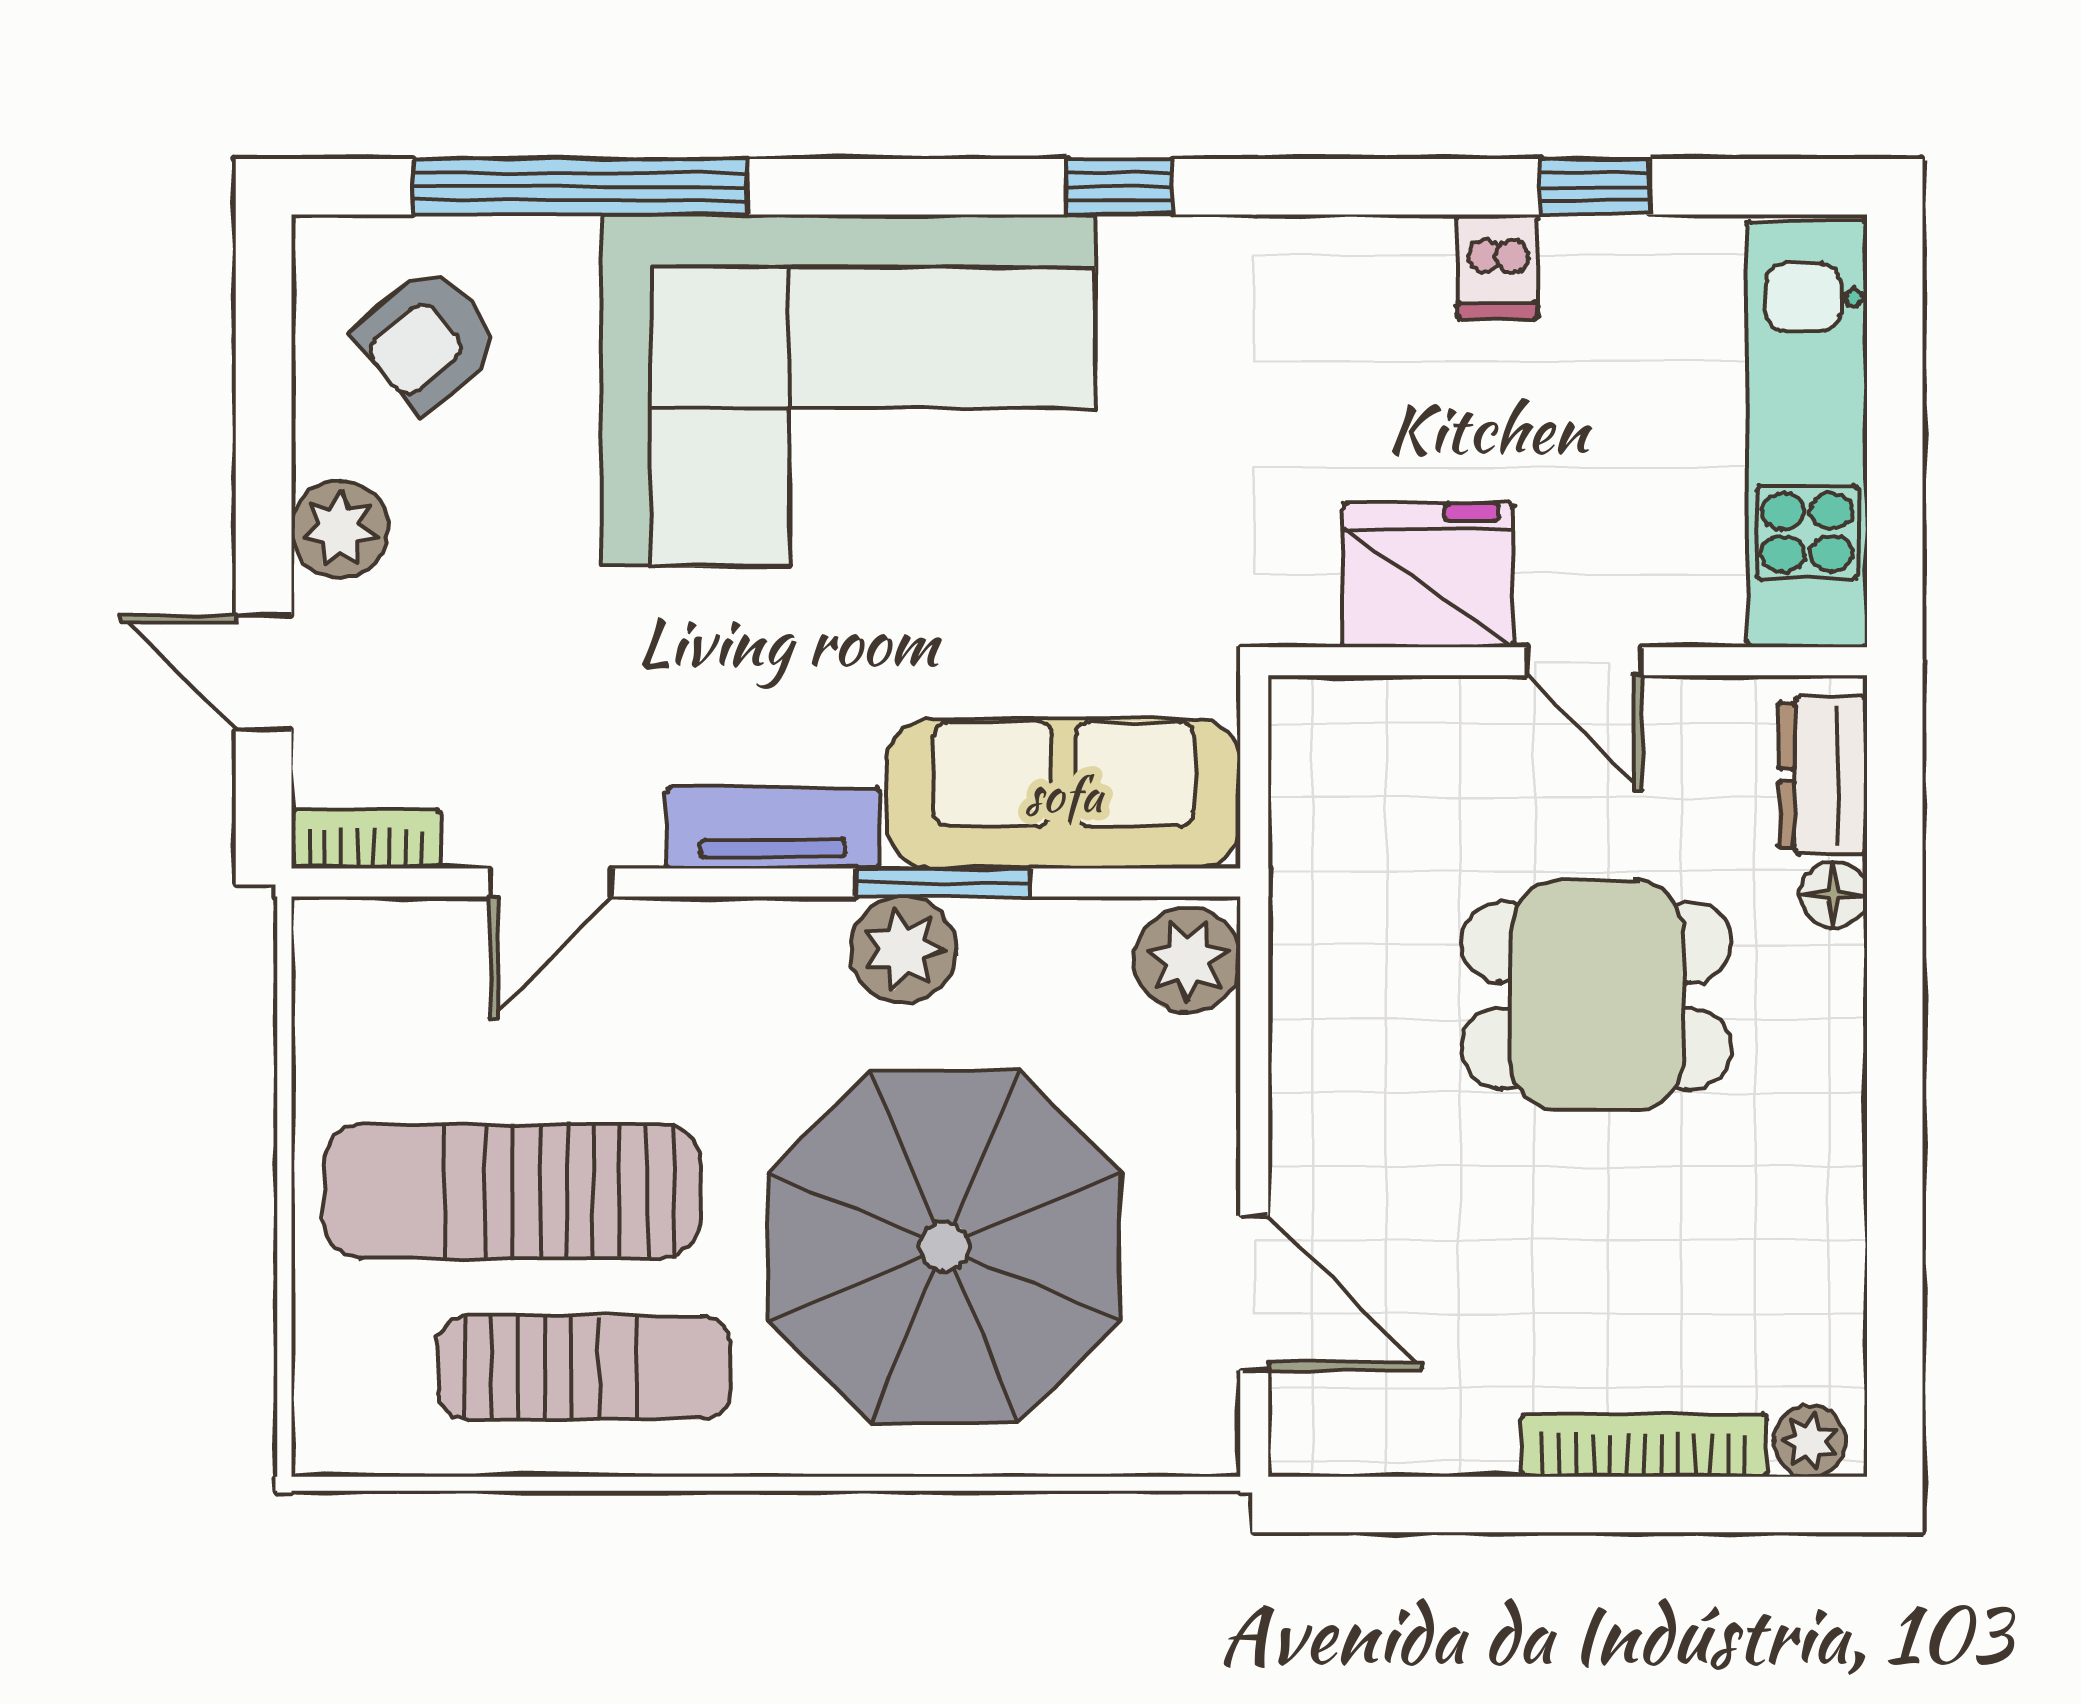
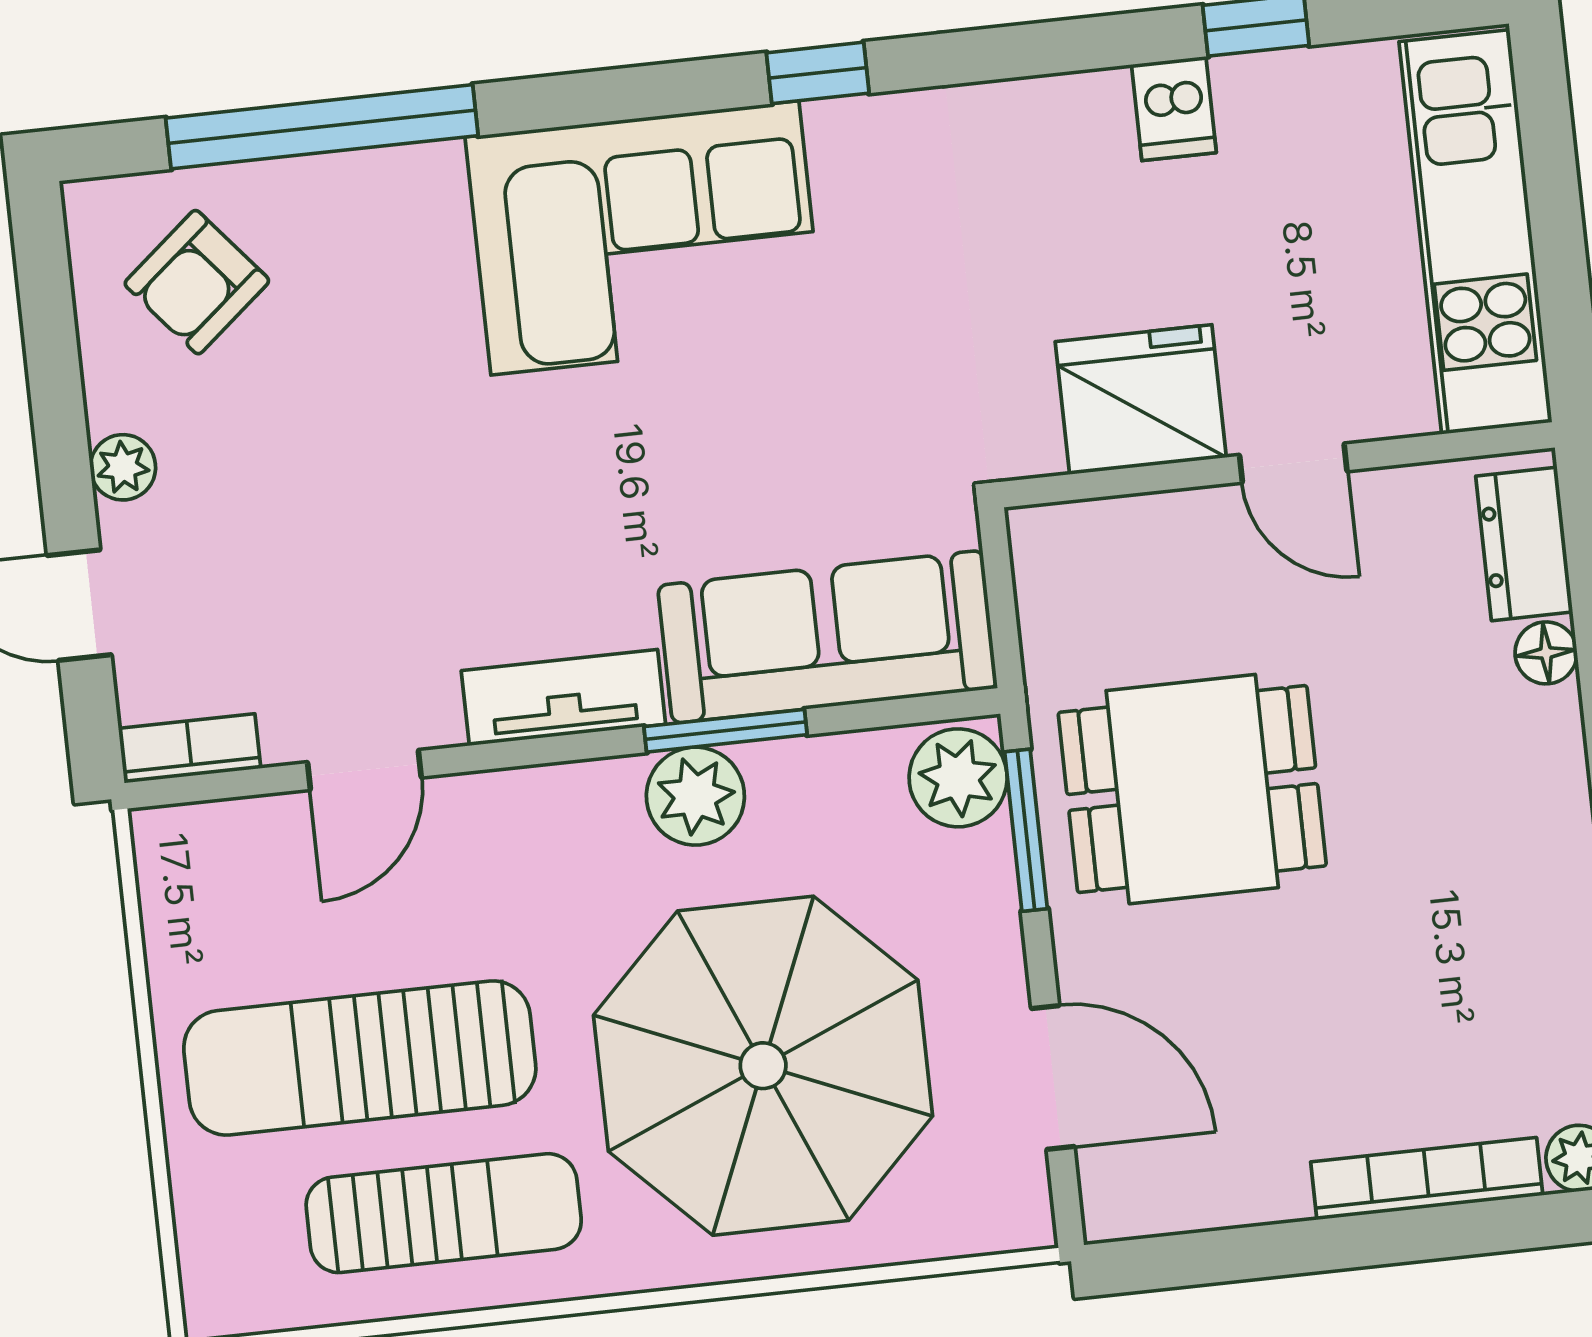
corner sofa: (848, 390) -> (645, 238), width x0.73, depth x0.74
plant: (340, 529) -> (123, 467), width x0.73, depth x0.73
dining table: (1597, 995) -> (1192, 789), moved
window: (1254, 1024) -> (1026, 830), added

